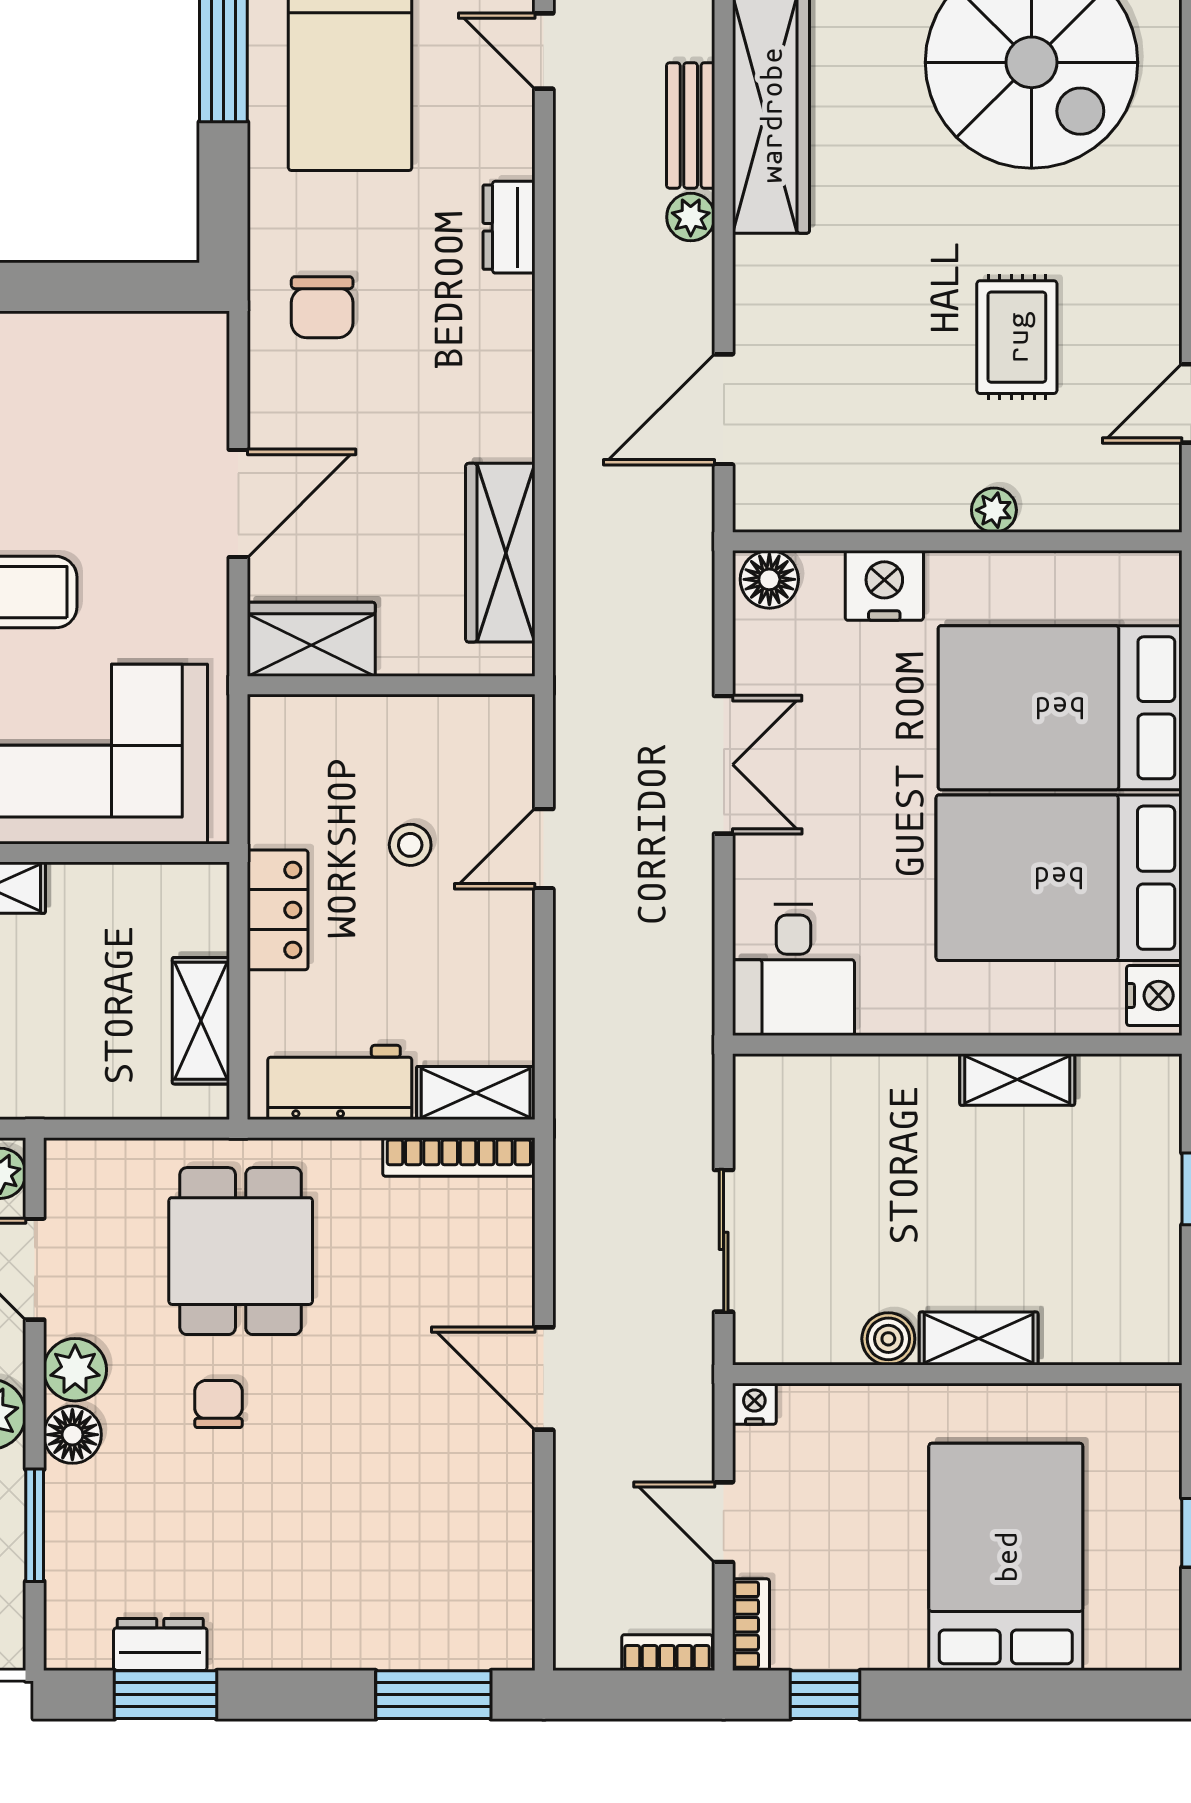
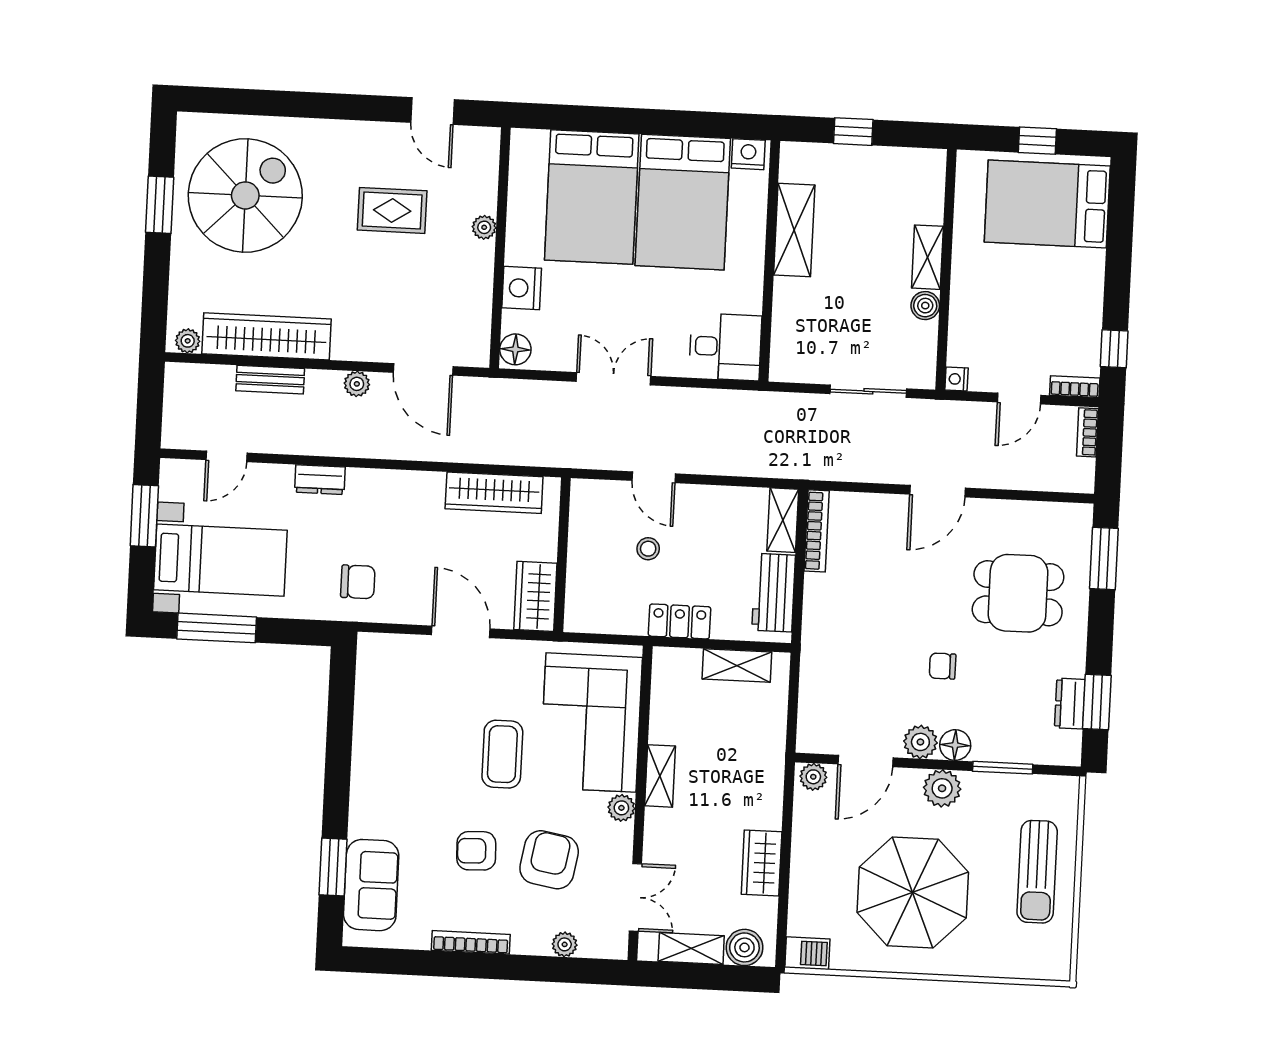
plant: (691, 217) -> (357, 384), moved
shelving: (1017, 1079) -> (794, 230), width x1.50, depth x1.33
dining table: (241, 1251) -> (1018, 593), moved
bed: (1006, 1557) -> (1047, 204), moved

